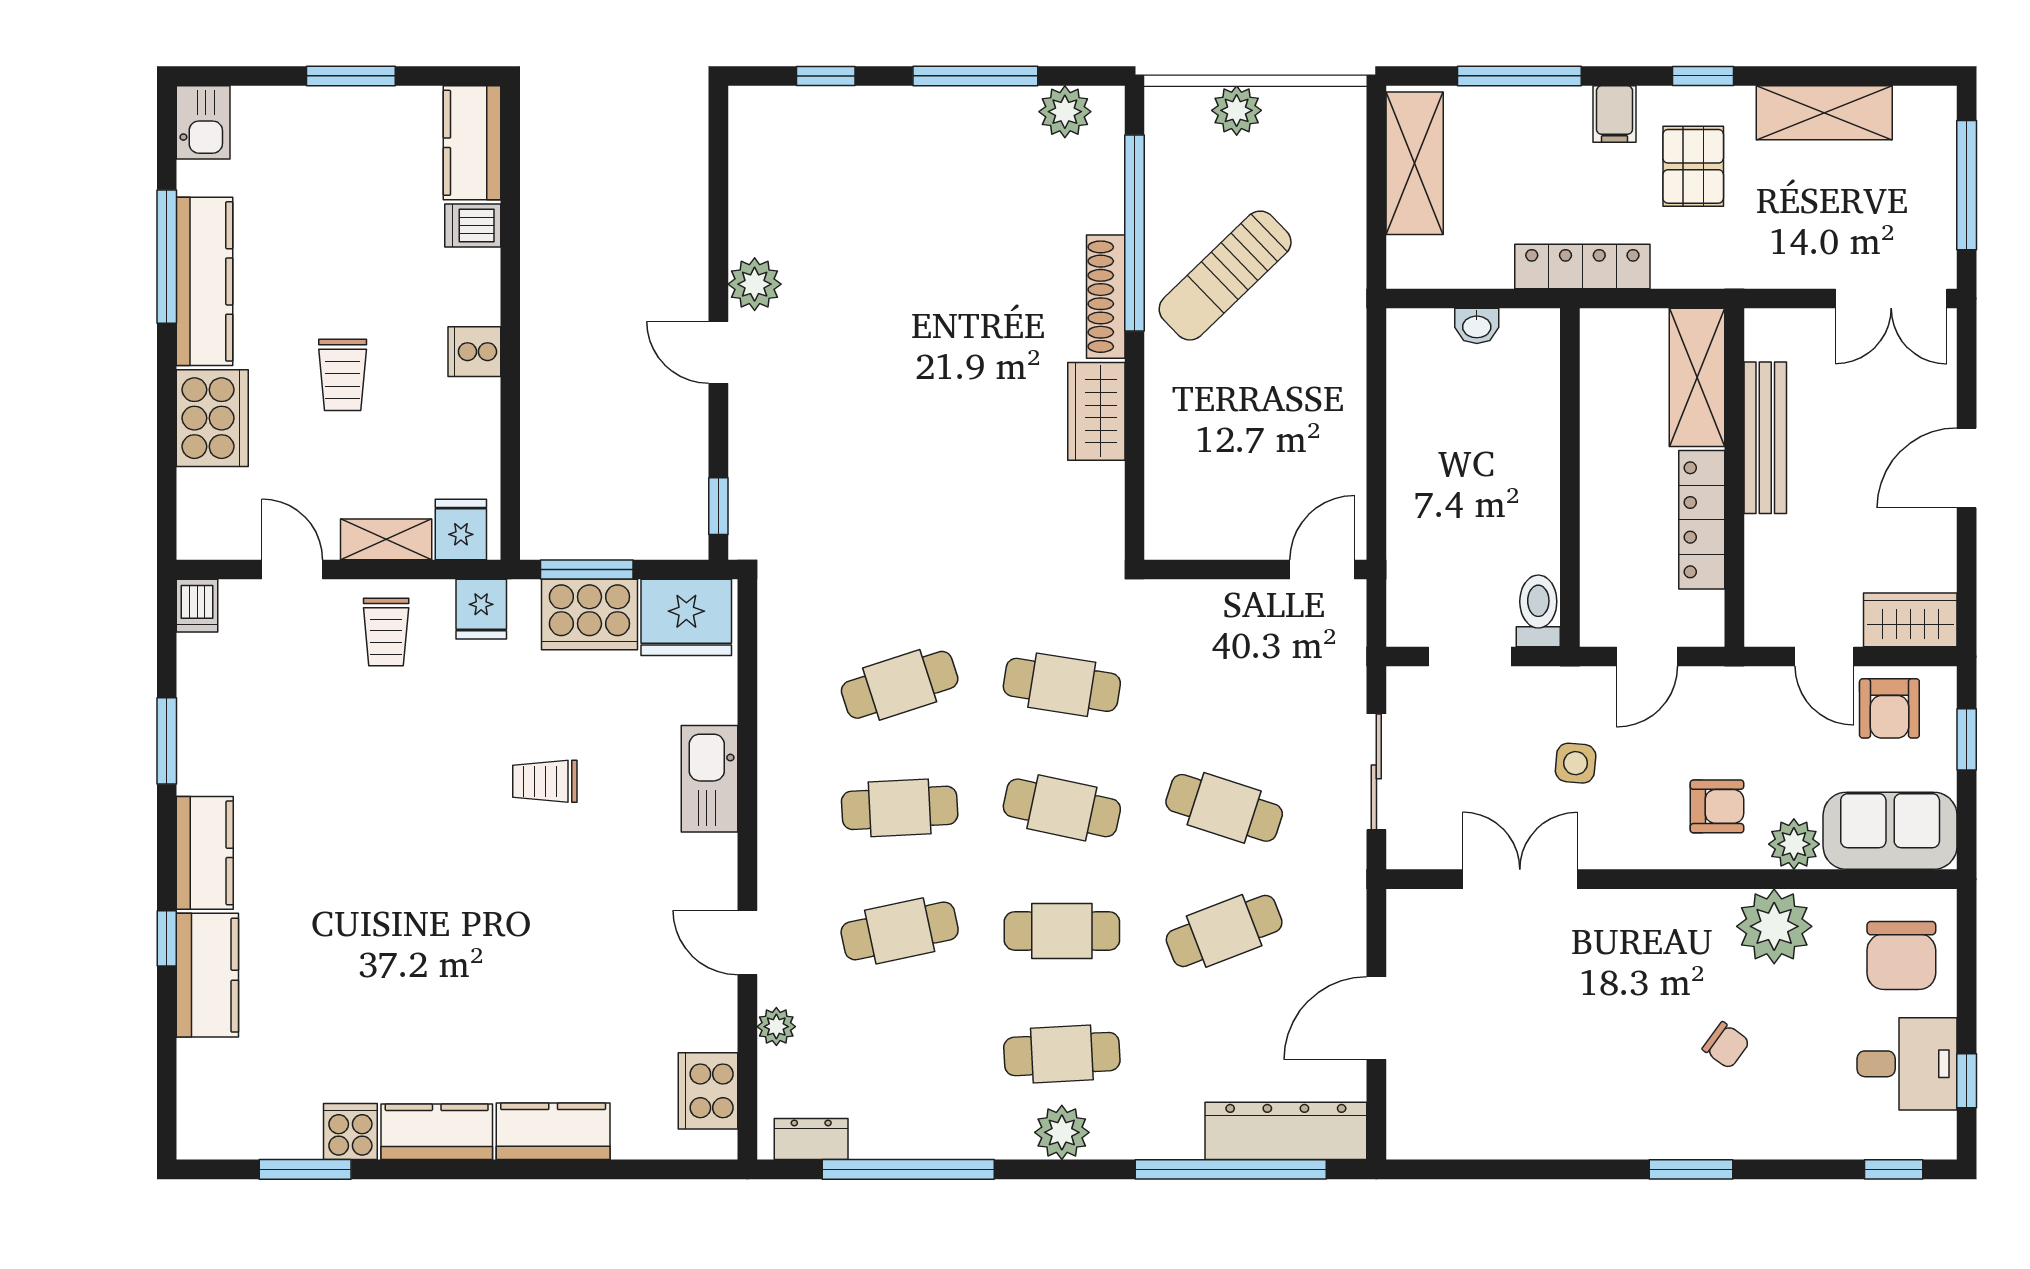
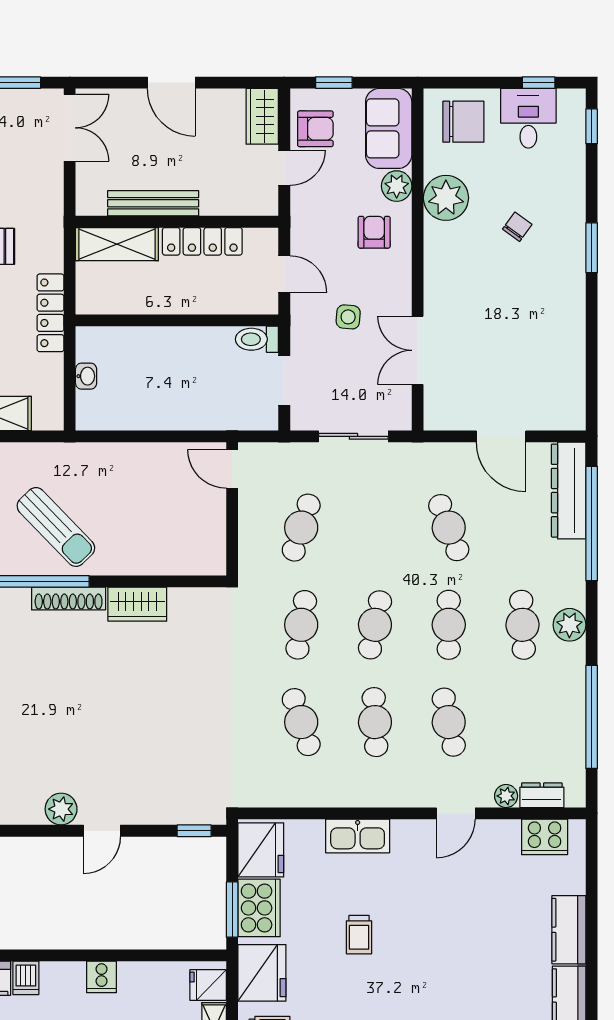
fridge: (481, 609) -> (262, 973), width x1.88, depth x1.34
cafe table: (1224, 808) -> (301, 528), moved
dresser: (811, 1139) -> (542, 795), moved, turned 90

